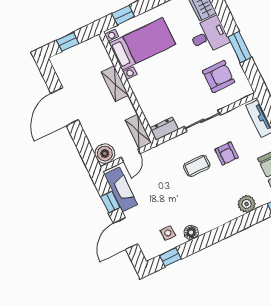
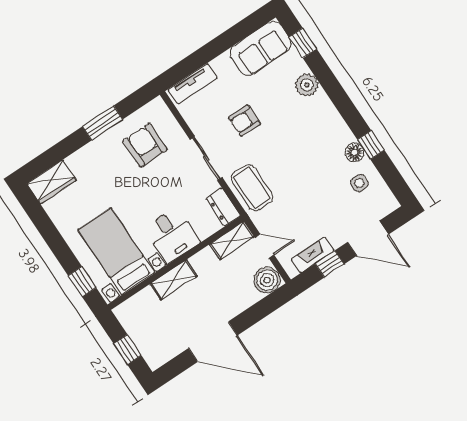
desk: (209, 35) -> (172, 235), moved, turned 180
armchair: (227, 153) -> (245, 121), turned 180
coffee table: (197, 166) -> (252, 188), moved, width x1.36, depth x1.30
fireplace: (121, 189) -> (313, 255), width x0.73, depth x0.76
window: (170, 257) -> (371, 145), moved

